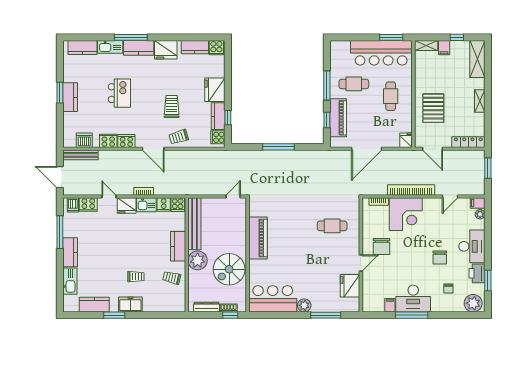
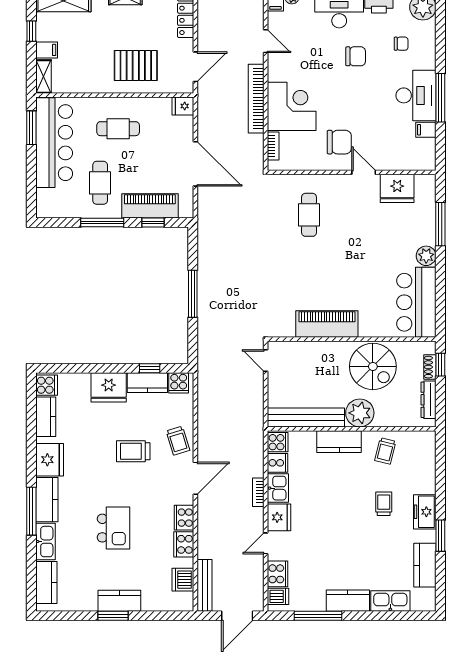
kitchen island: (119, 93) -> (114, 528), turned 90

